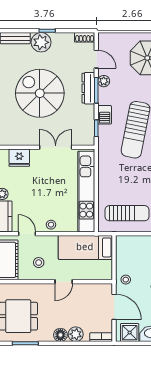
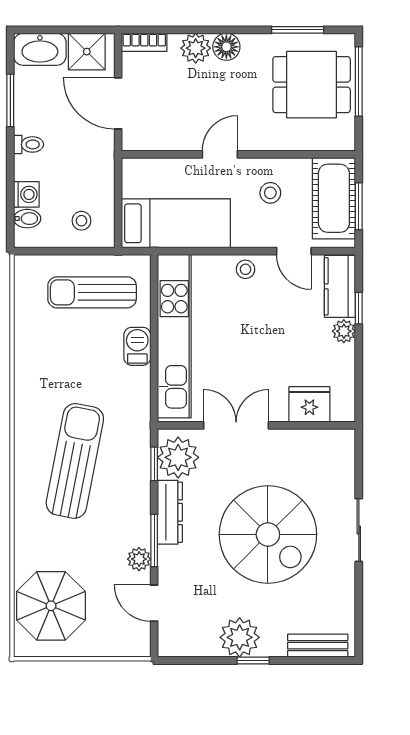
shoe rack: (85, 37) -> (178, 647), removed
plant: (41, 42) -> (240, 637), moved
dresser: (88, 88) -> (170, 512), moved
barbecue: (105, 115) -> (137, 346), moved
plant: (84, 131) -> (178, 457), added
double door: (56, 147) -> (236, 425), swing flipped
stool: (126, 280) -> (81, 221), moved

